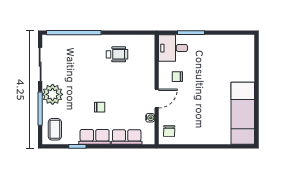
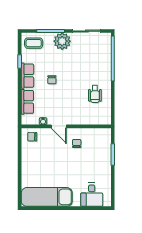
desk: (173, 48) -> (92, 195), moved, turned 180

